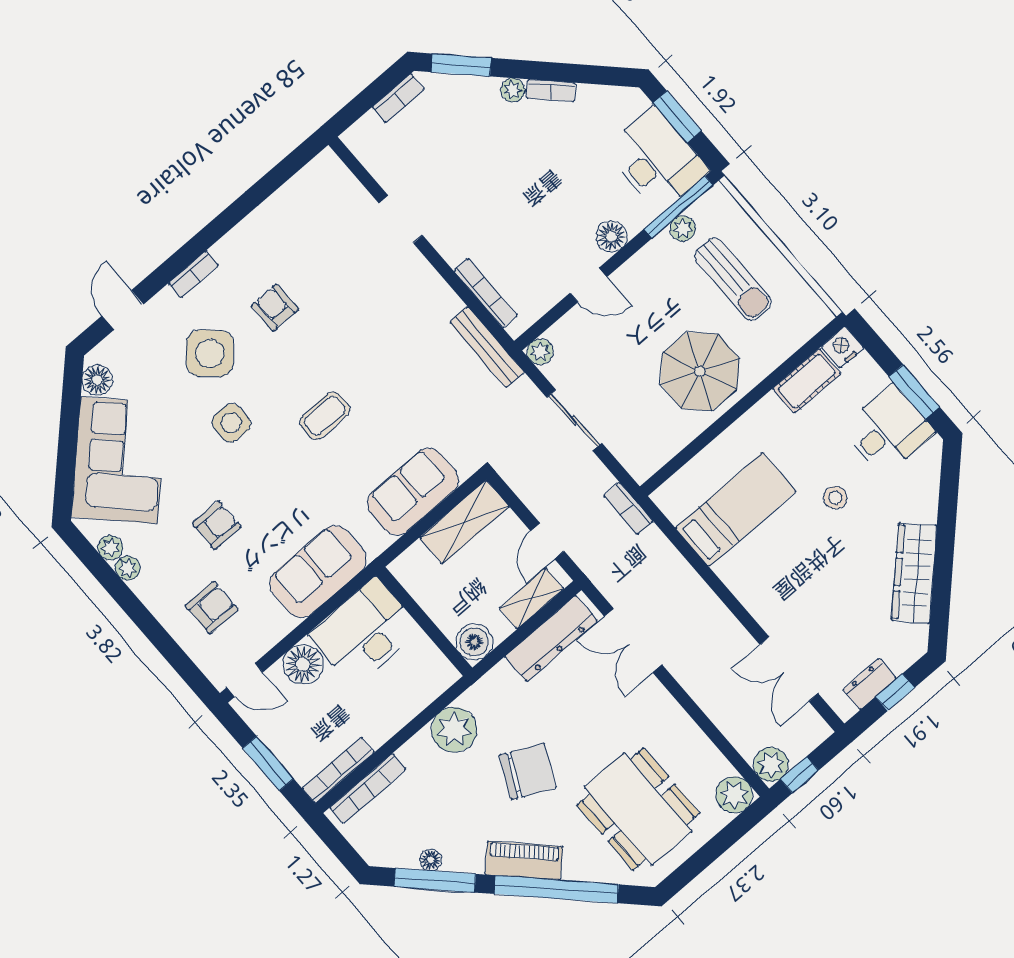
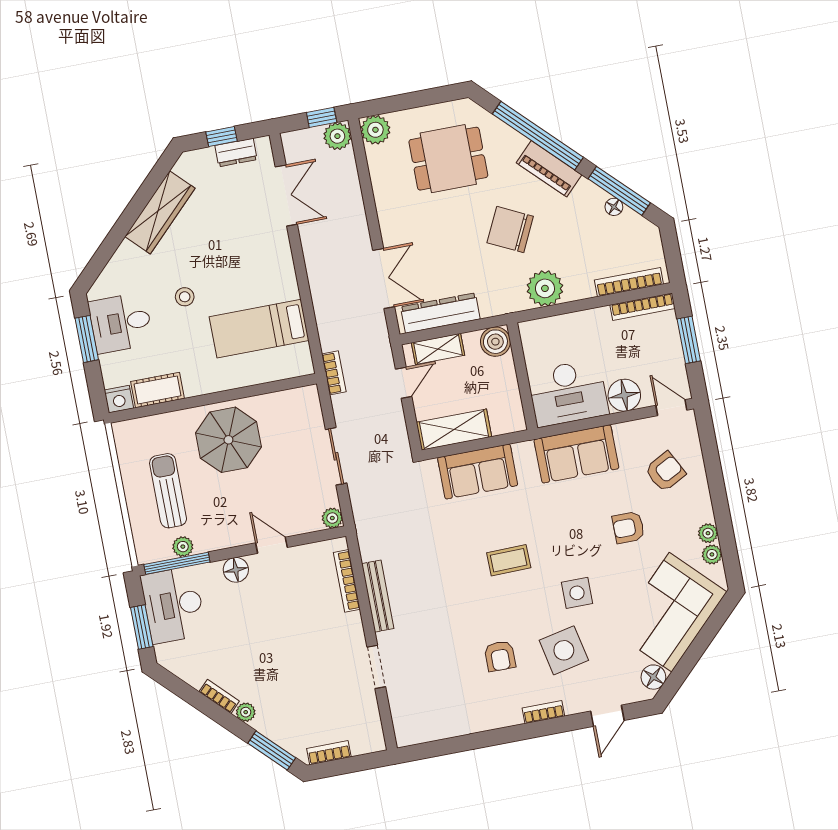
bench: (487, 347) -> (378, 596), moved
side table: (210, 353) -> (564, 650), turned 36
armchair: (212, 608) -> (665, 472), turned 152
dining table: (638, 809) -> (448, 159), width x0.73

